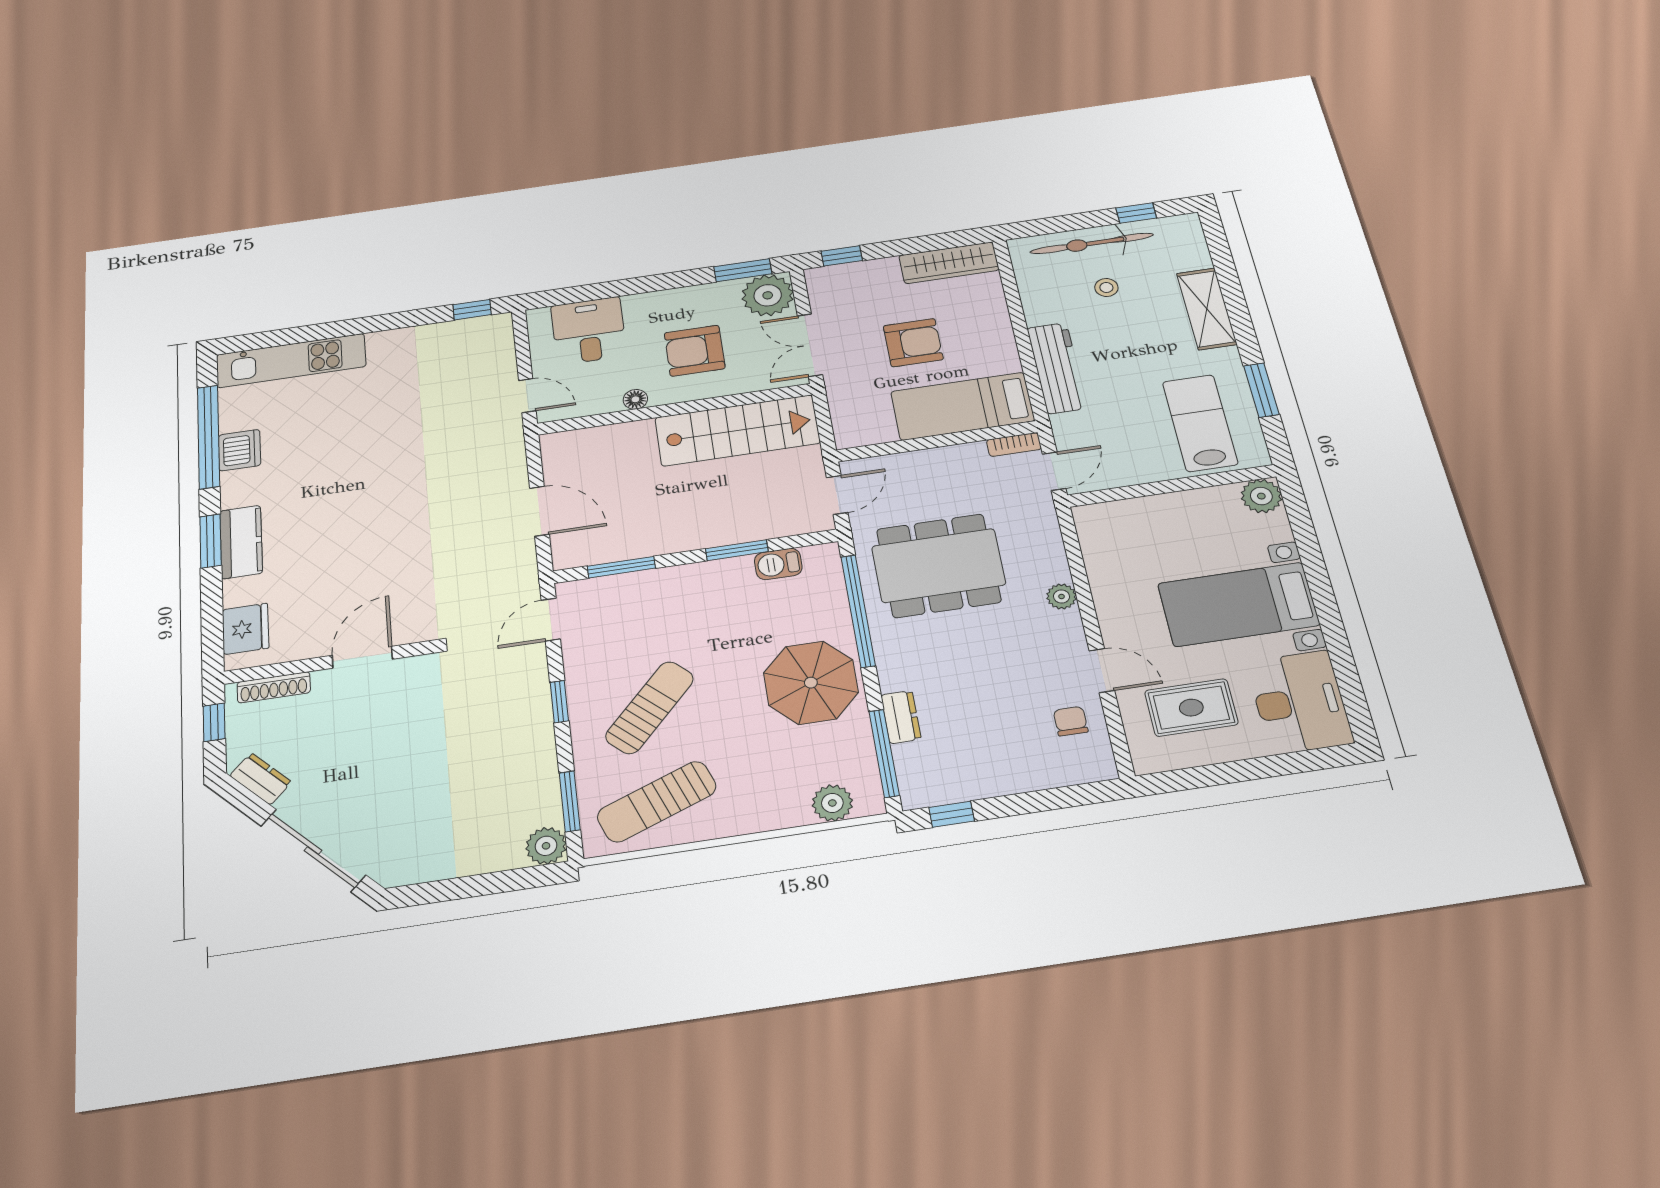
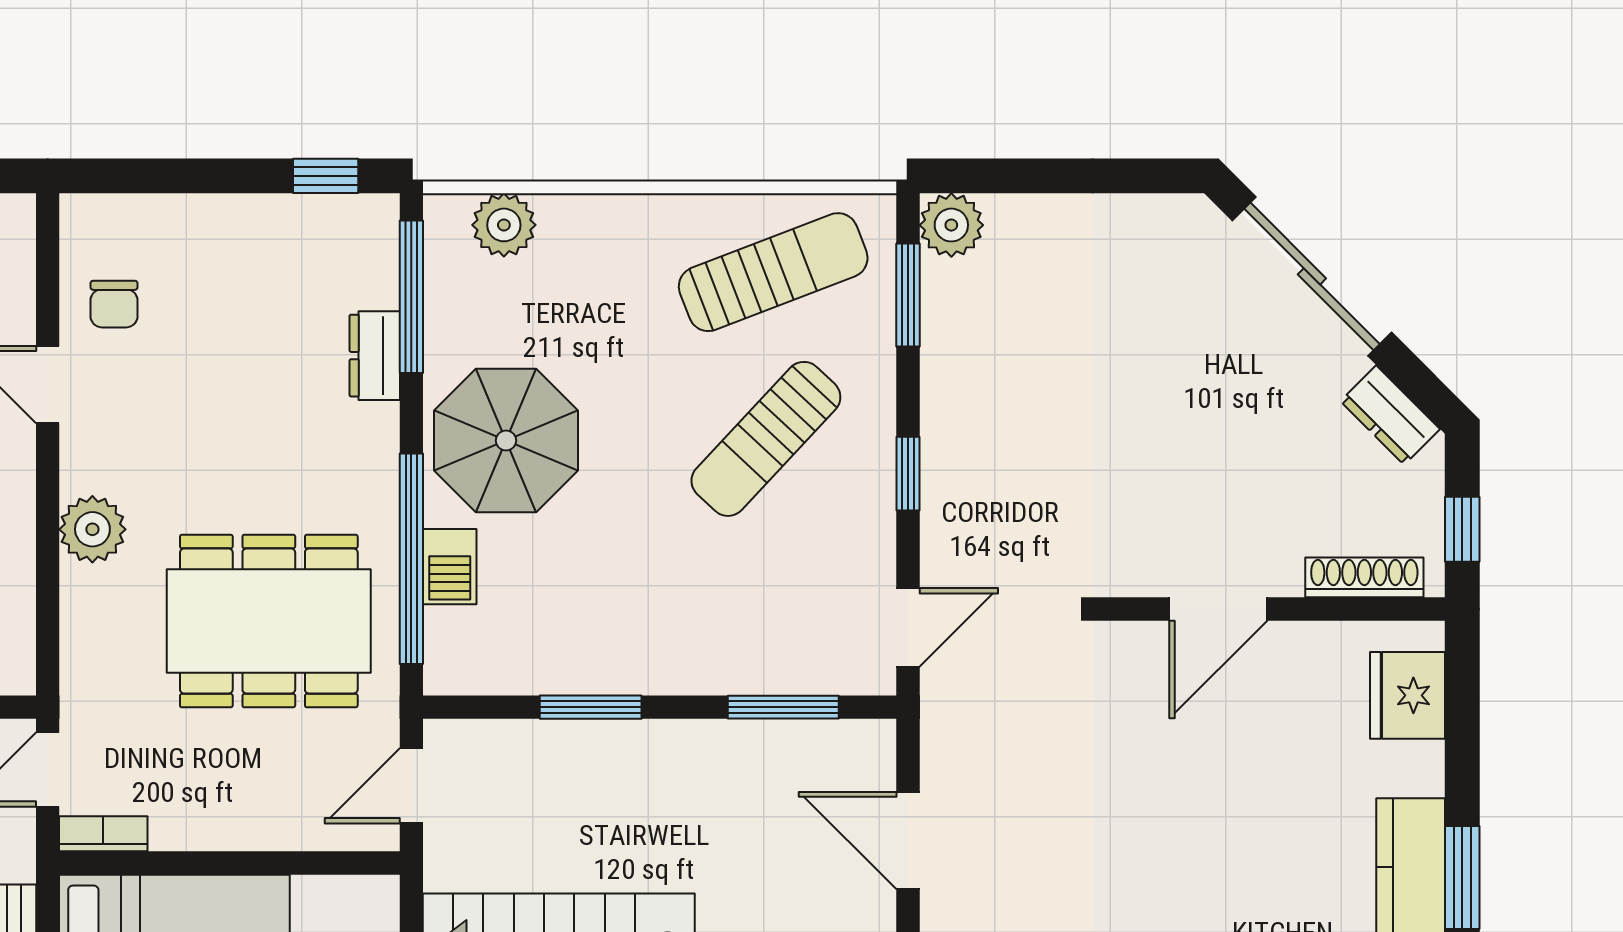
barbecue: (778, 564) -> (450, 567), moved, turned 90
plant: (1061, 596) -> (92, 529), width x1.38, depth x1.38

